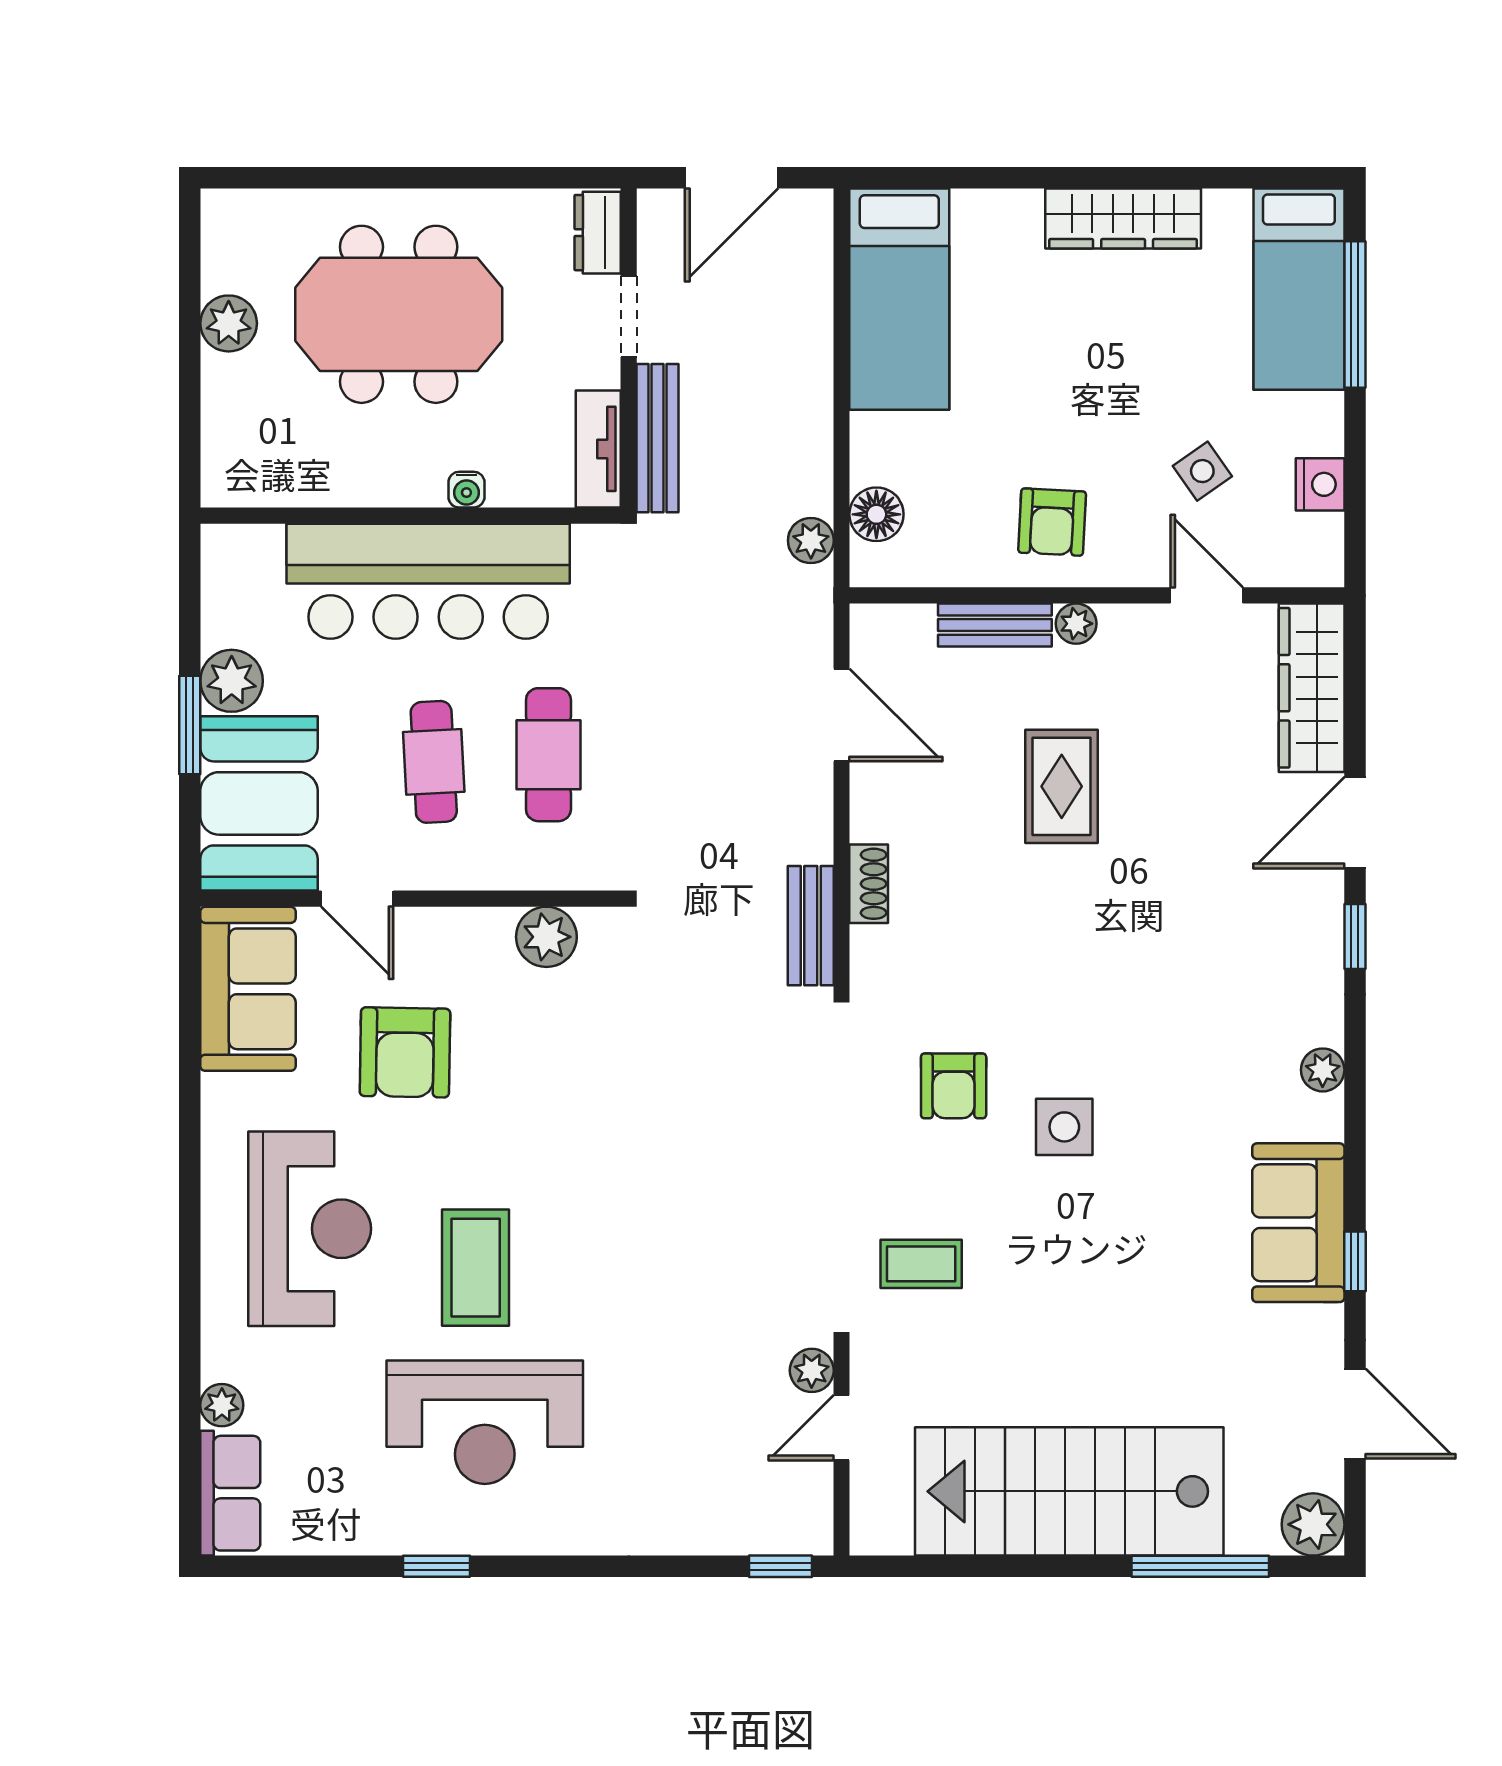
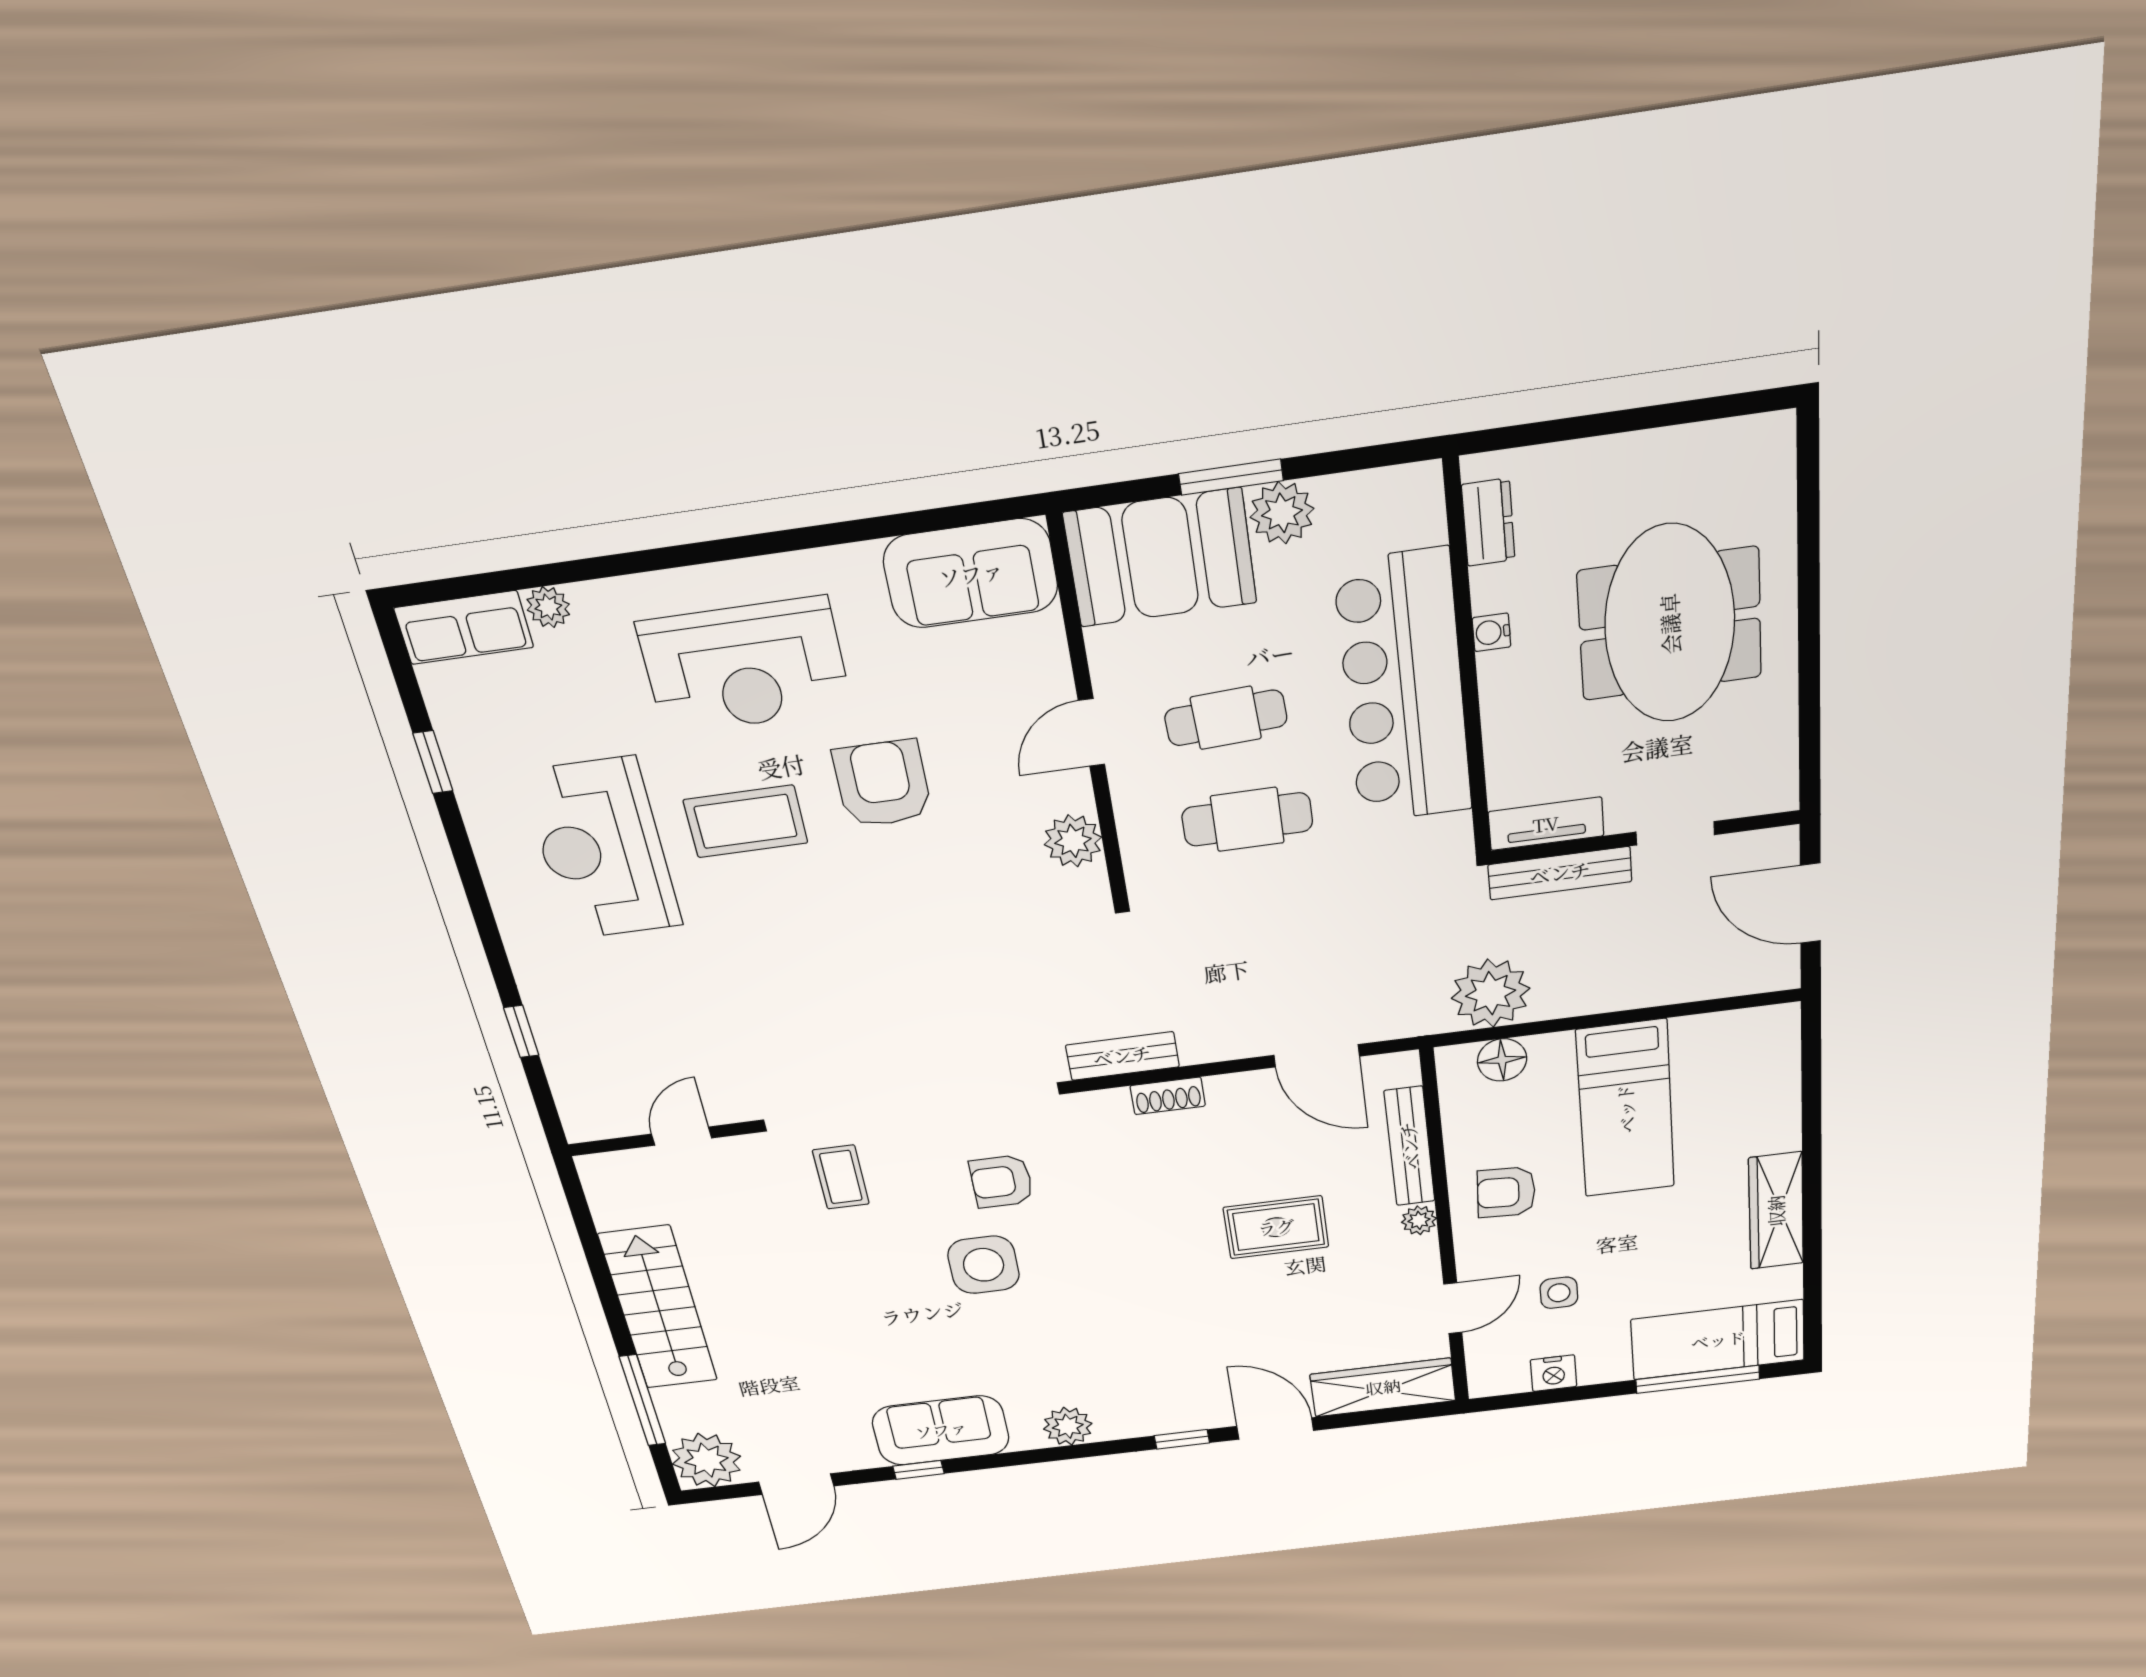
dresser: (598, 233) -> (1488, 522), moved, turned 90
bed: (899, 299) -> (1626, 1109), moved, turned -90
plant: (229, 323) -> (1654, 457), removed
side table: (1202, 471) -> (1559, 1293), turned 35
water cooler: (466, 490) -> (1491, 632), moved
plant: (811, 541) -> (1491, 993), width x1.88, depth x1.88
bench: (995, 625) -> (1410, 1146), width x1.36
door: (842, 715) -> (1317, 1056), hinge flipped
door: (357, 899) -> (1091, 732), moved
armchair: (405, 1052) -> (882, 784), moved, turned 89
plant: (1323, 1070) -> (1068, 1426), width x1.38, depth x1.38
side table: (1064, 1127) -> (984, 1265), width x1.37, depth x1.37
plant: (812, 1370) -> (725, 1107), removed
door: (842, 1428) -> (682, 1136), hinge flipped
stairs: (1069, 1491) -> (658, 1308), width x0.73, depth x0.66
plant: (1313, 1524) -> (706, 1460), width x1.36, depth x1.36
window: (437, 1566) -> (433, 762), moved
window: (780, 1566) -> (521, 1031), moved

